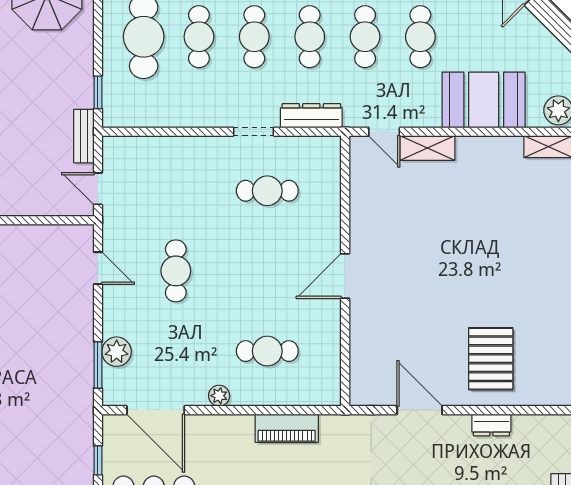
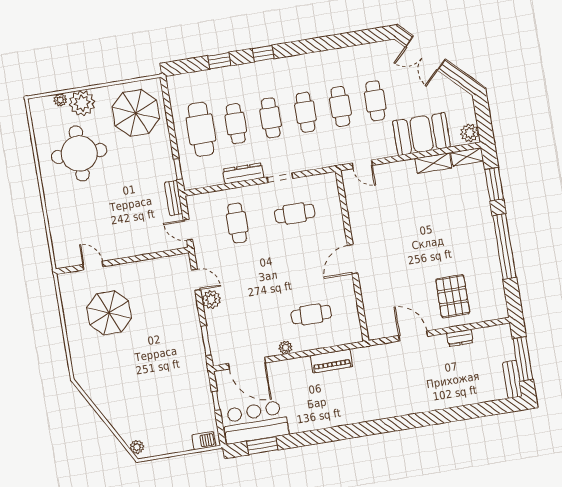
dresser: (311, 116) -> (243, 173), moved
shelving: (427, 148) -> (433, 163), moved
cafe table: (176, 271) -> (237, 223), moved
plant: (117, 352) -> (211, 299), moved

